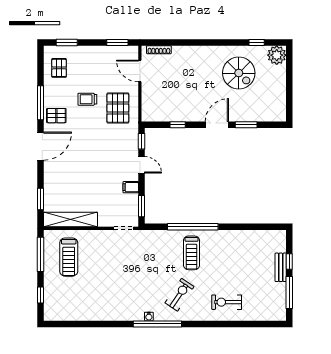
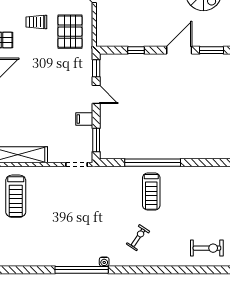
exercise bike: (180, 295) -> (138, 238), width x0.73, depth x0.72
exercise bike: (227, 302) -> (207, 248), moved, turned 180
window: (157, 324) -> (82, 270), moved

